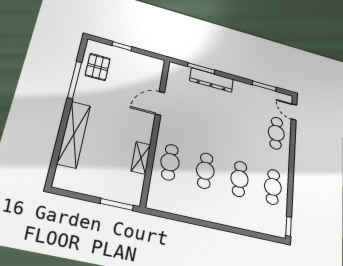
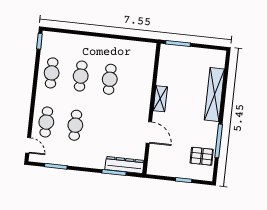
pallet: (98, 67) -> (202, 156), turned 90
dresser: (212, 80) -> (124, 165), moved
door: (160, 103) -> (149, 132), hinge flipped
shelving: (141, 158) -> (160, 99), moved
cafe table: (170, 162) -> (75, 125), moved

